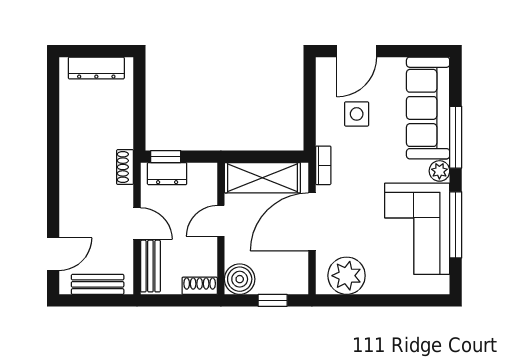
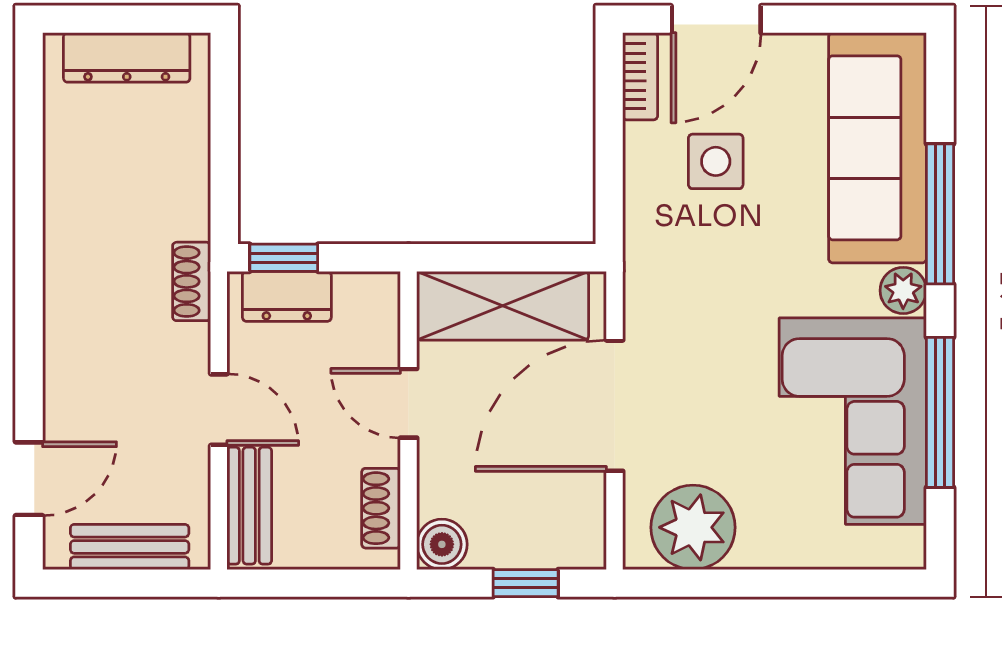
bookcase: (323, 165) -> (640, 76), moved
door: (221, 221) -> (409, 403), hinge flipped
boiler: (240, 279) -> (442, 544), width x0.73, depth x0.73
shoe rack: (200, 286) -> (381, 508), moved, turned -90

